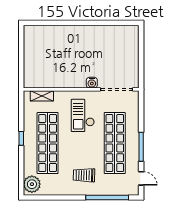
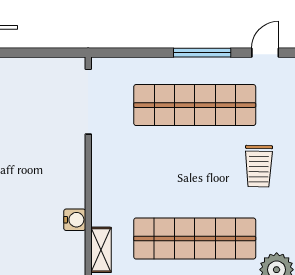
water cooler: (92, 83) -> (75, 220), moved
checkout: (83, 115) -> (140, 169), removed

